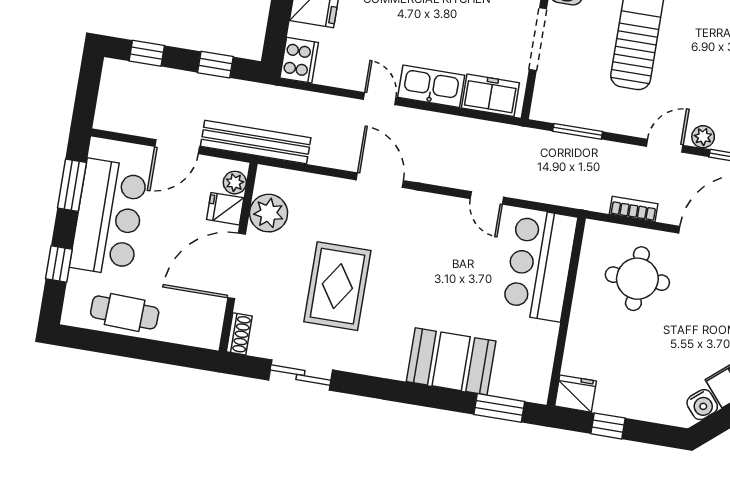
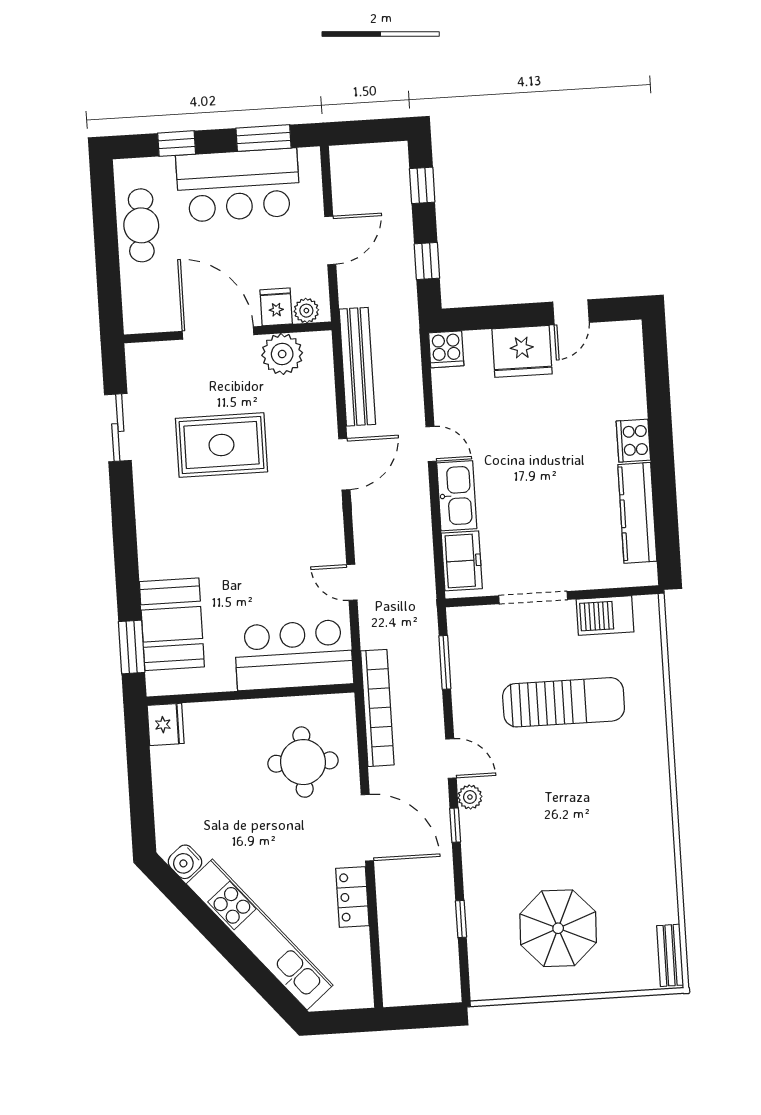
cooker: (299, 60) -> (446, 349), width x0.73
door: (380, 99) -> (431, 444), hinge flipped
bench: (256, 142) -> (357, 367), moved
door: (177, 147) -> (330, 240), swing flipped
door: (487, 198) -> (352, 582), hinge flipped
bookcase: (634, 209) -> (377, 708), width x2.31, depth x1.31
shoe rack: (239, 334) -> (147, 352), removed
booth: (451, 361) -> (172, 624), moved
window: (608, 426) -> (139, 767), removed

